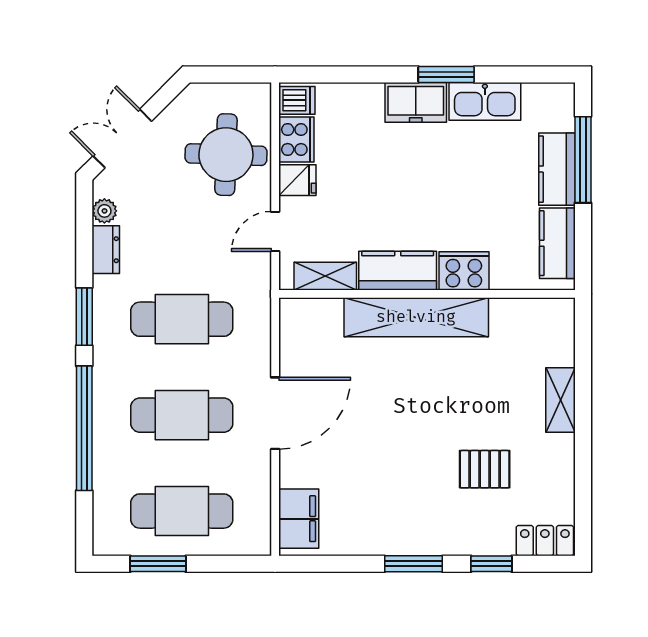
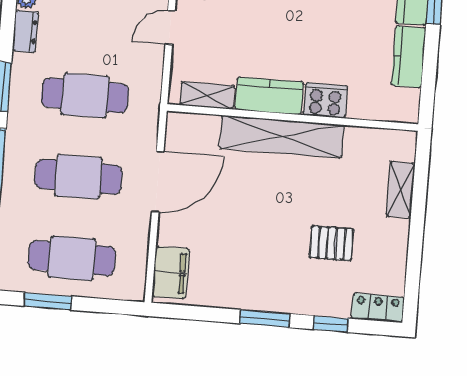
kitchen counter: (398, 271) -> (269, 96), moved
cooker: (464, 271) -> (325, 100), moved
shelving: (325, 276) -> (207, 95), moved
wall: (427, 294) -> (292, 117), moved
shelving: (416, 317) -> (282, 137), moved

